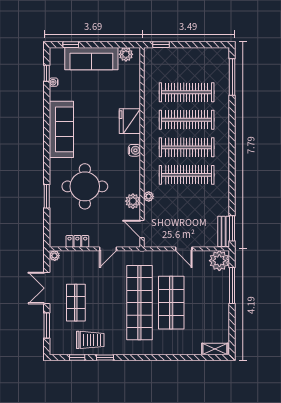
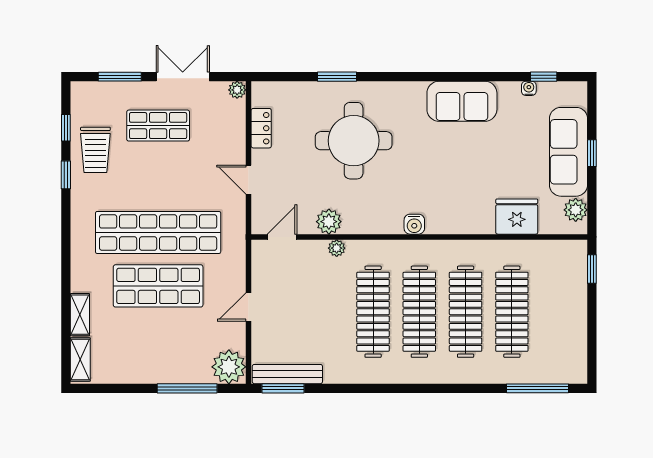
window: (71, 45) -> (592, 153), moved
fridge: (130, 121) -> (517, 217), moved
sofa: (61, 129) -> (462, 101), width x0.73
bench: (224, 231) -> (287, 374), width x1.36
shelving: (188, 349) -> (80, 315), added

